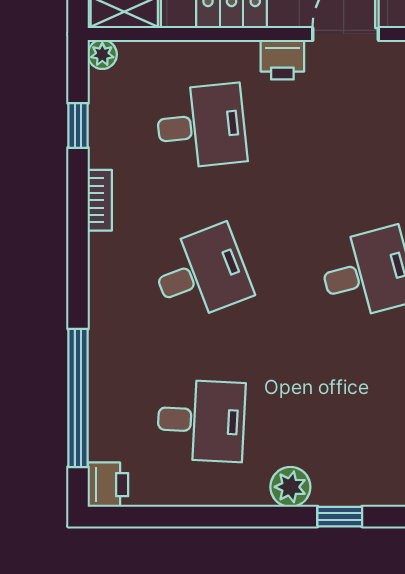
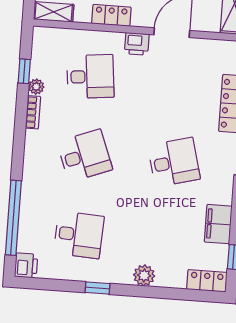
plant: (102, 54) -> (36, 87), moved
plant: (290, 487) -> (144, 275), moved
window: (340, 517) -> (97, 288), moved

